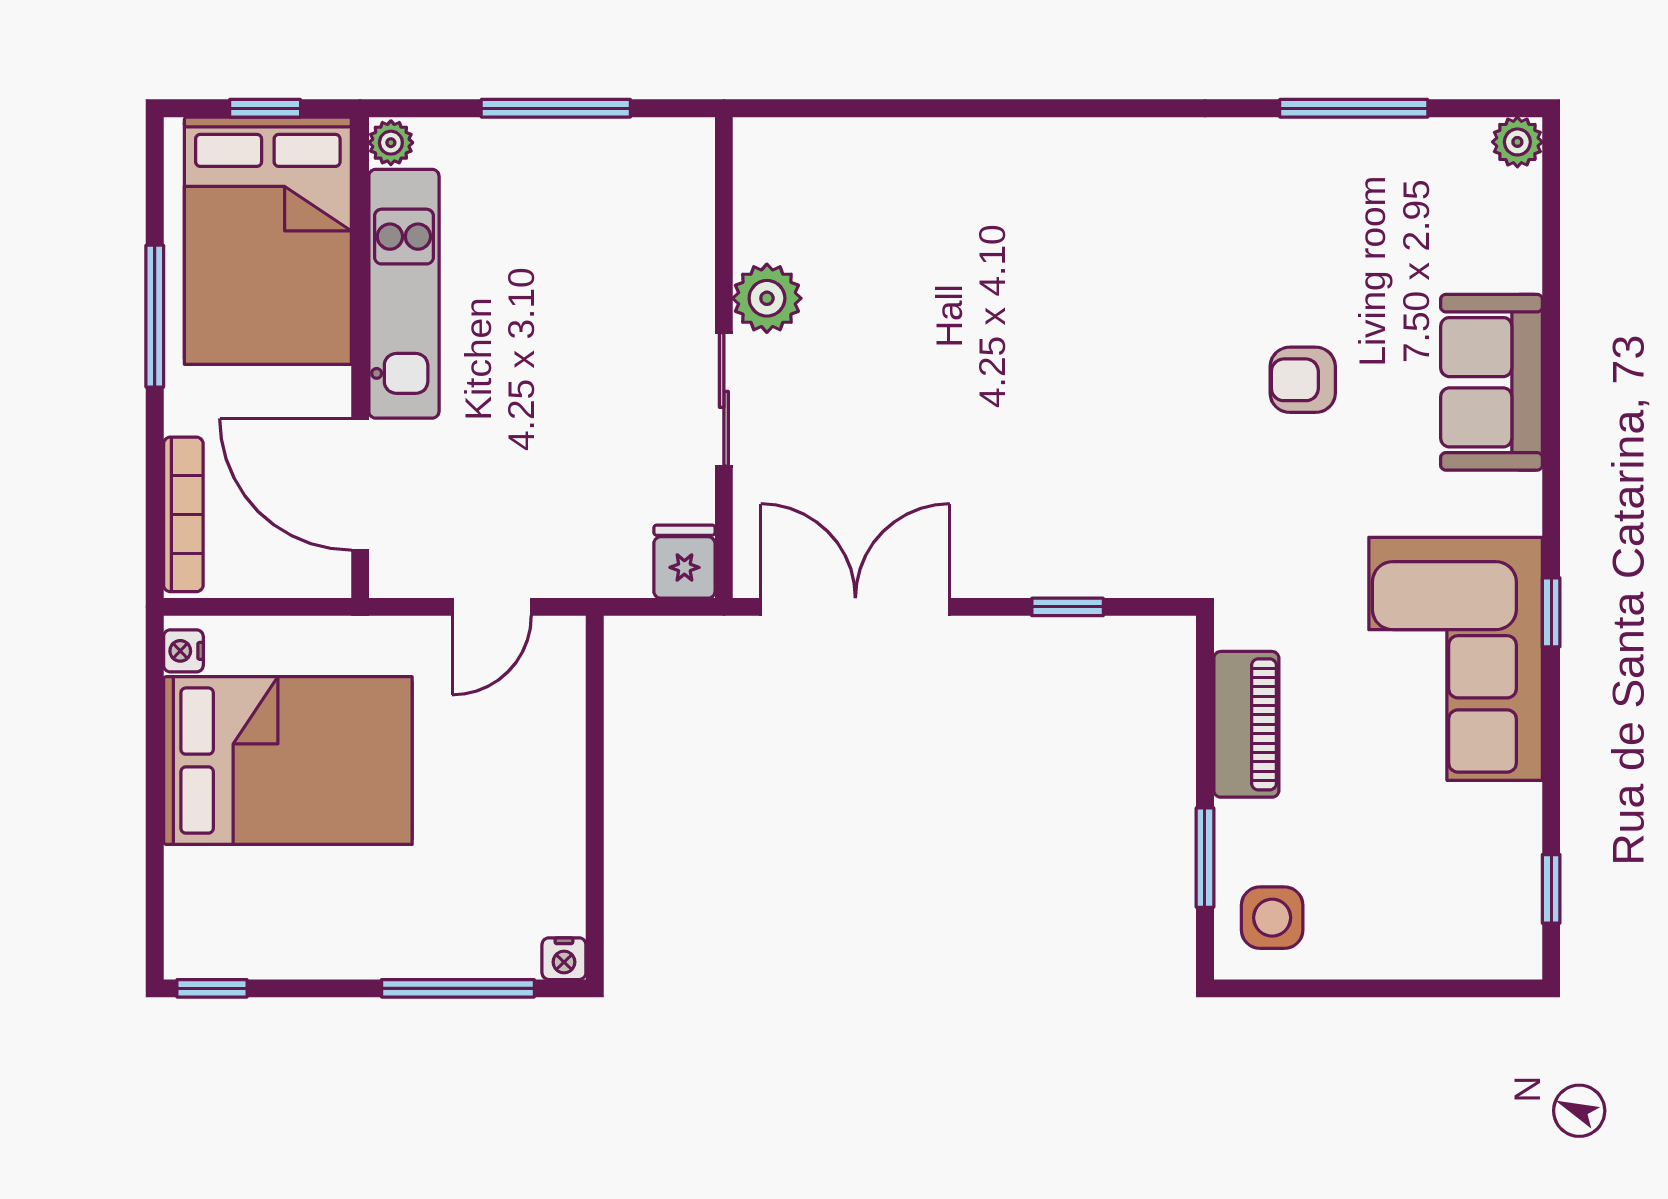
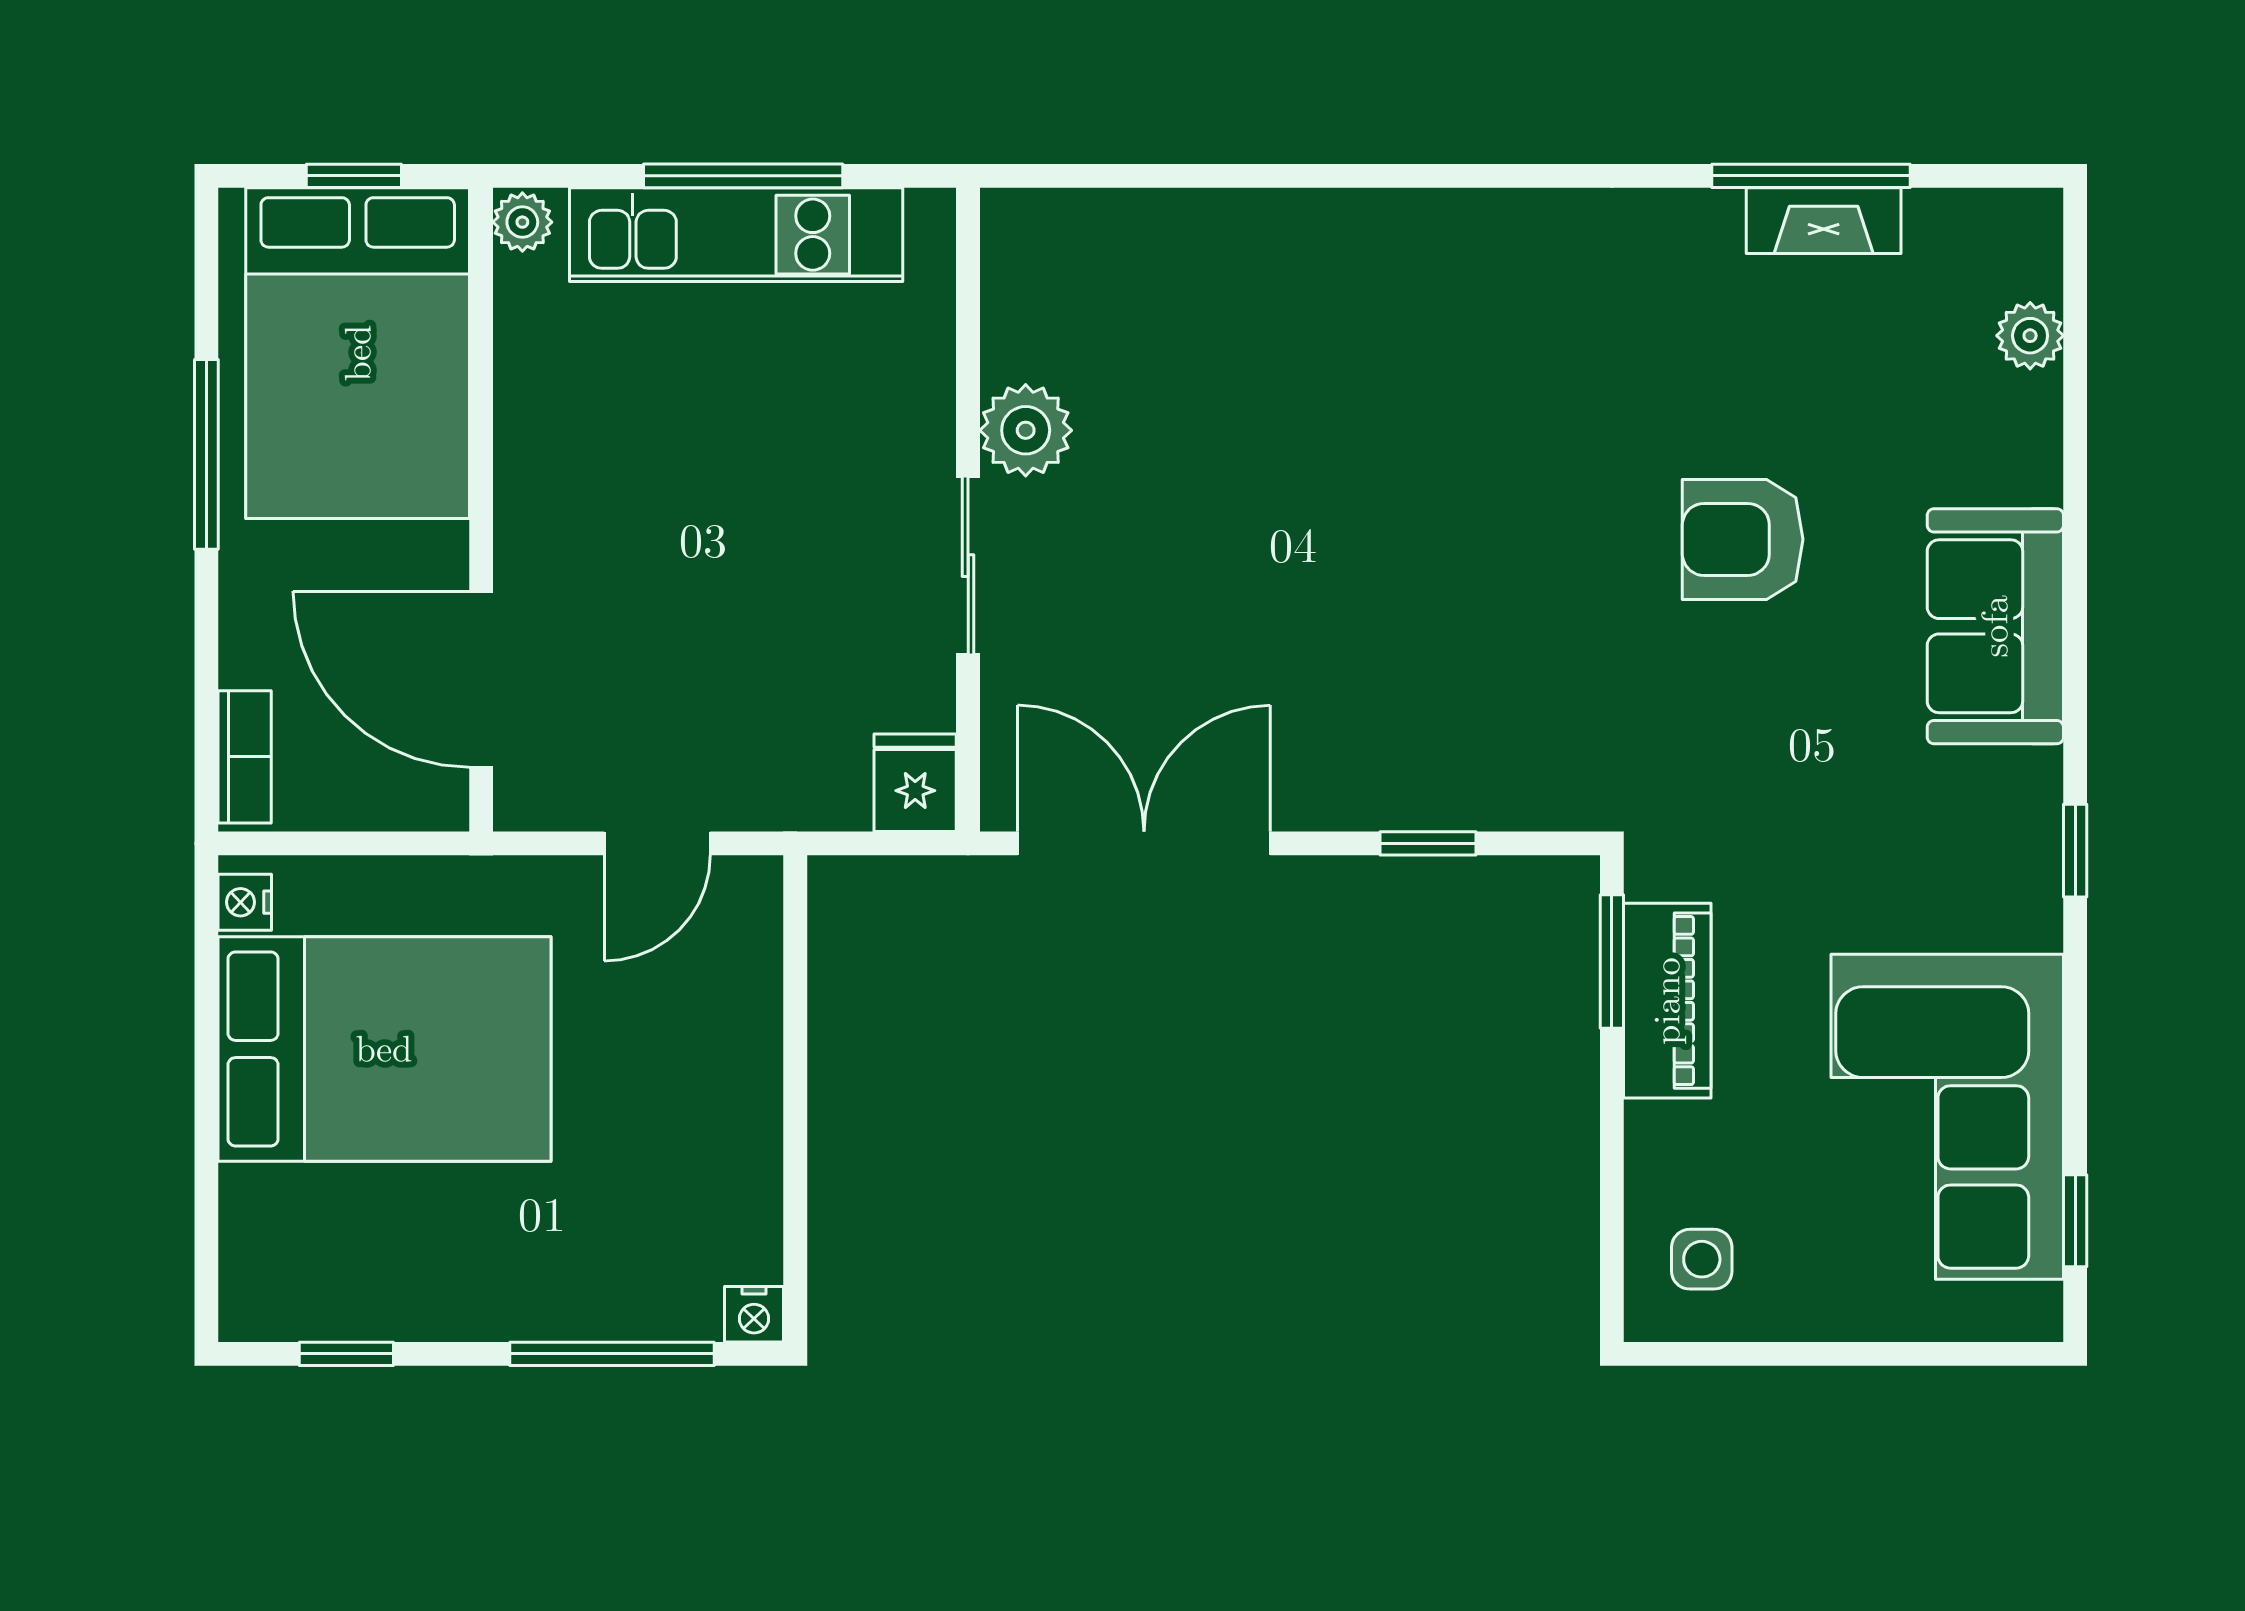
fireplace: (1363, 142) -> (1824, 221), added
plant: (1517, 142) -> (2030, 336), moved
kitchen unit: (404, 294) -> (736, 235), moved, turned 90
armchair: (1303, 380) -> (1743, 539), width x1.38, depth x1.38
sofa: (1492, 382) -> (1995, 626), moved
bookcase: (183, 514) -> (245, 757), width x0.64
corner sofa: (1456, 659) -> (1947, 1117), moved
window: (1205, 858) -> (1612, 961), moved
side table: (1272, 918) -> (1702, 1259), width x0.73, depth x0.73
window: (212, 988) -> (346, 1354), moved

